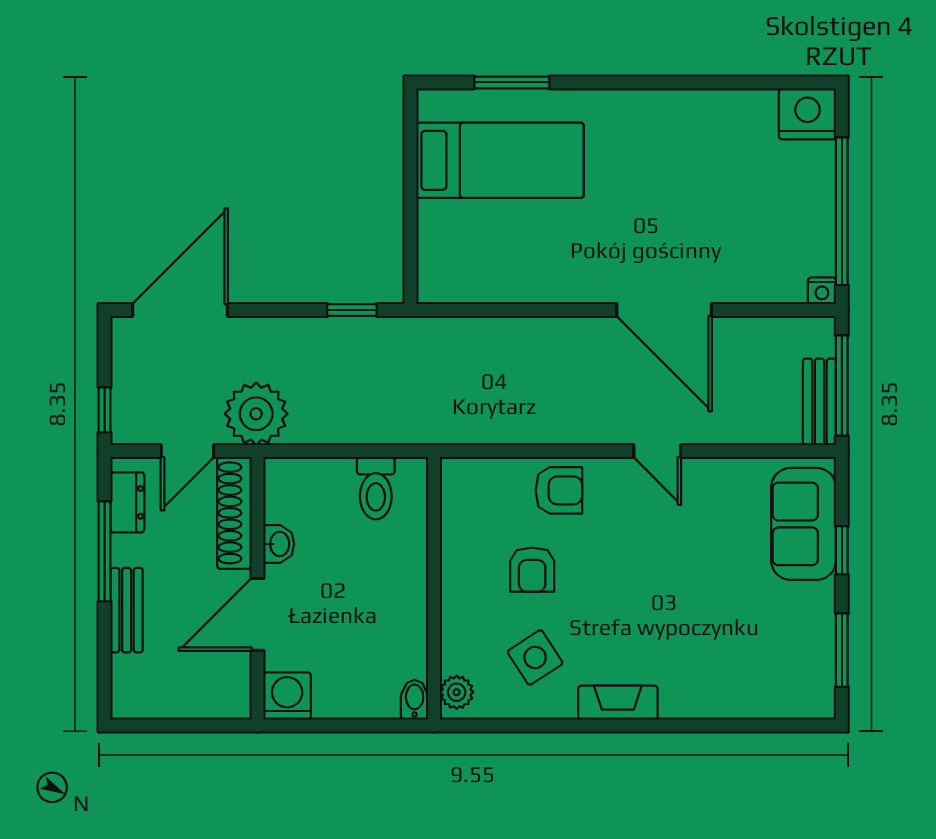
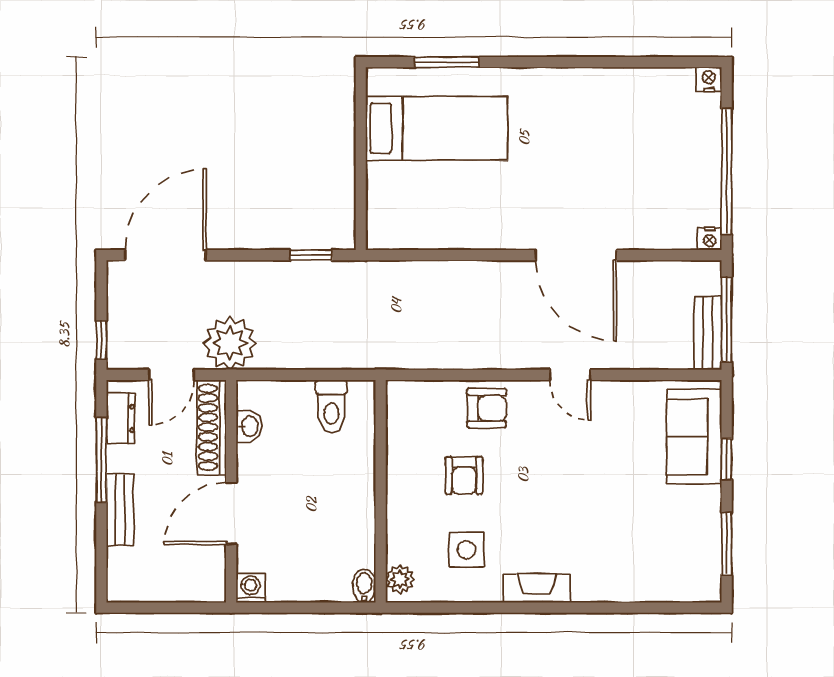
nightstand: (807, 114) -> (709, 79), width x0.53, depth x0.56
washbasin: (279, 544) -> (249, 426), moved
side table: (535, 657) -> (466, 550), turned 33
washing machine: (287, 696) -> (251, 588), width x0.73, depth x0.73

